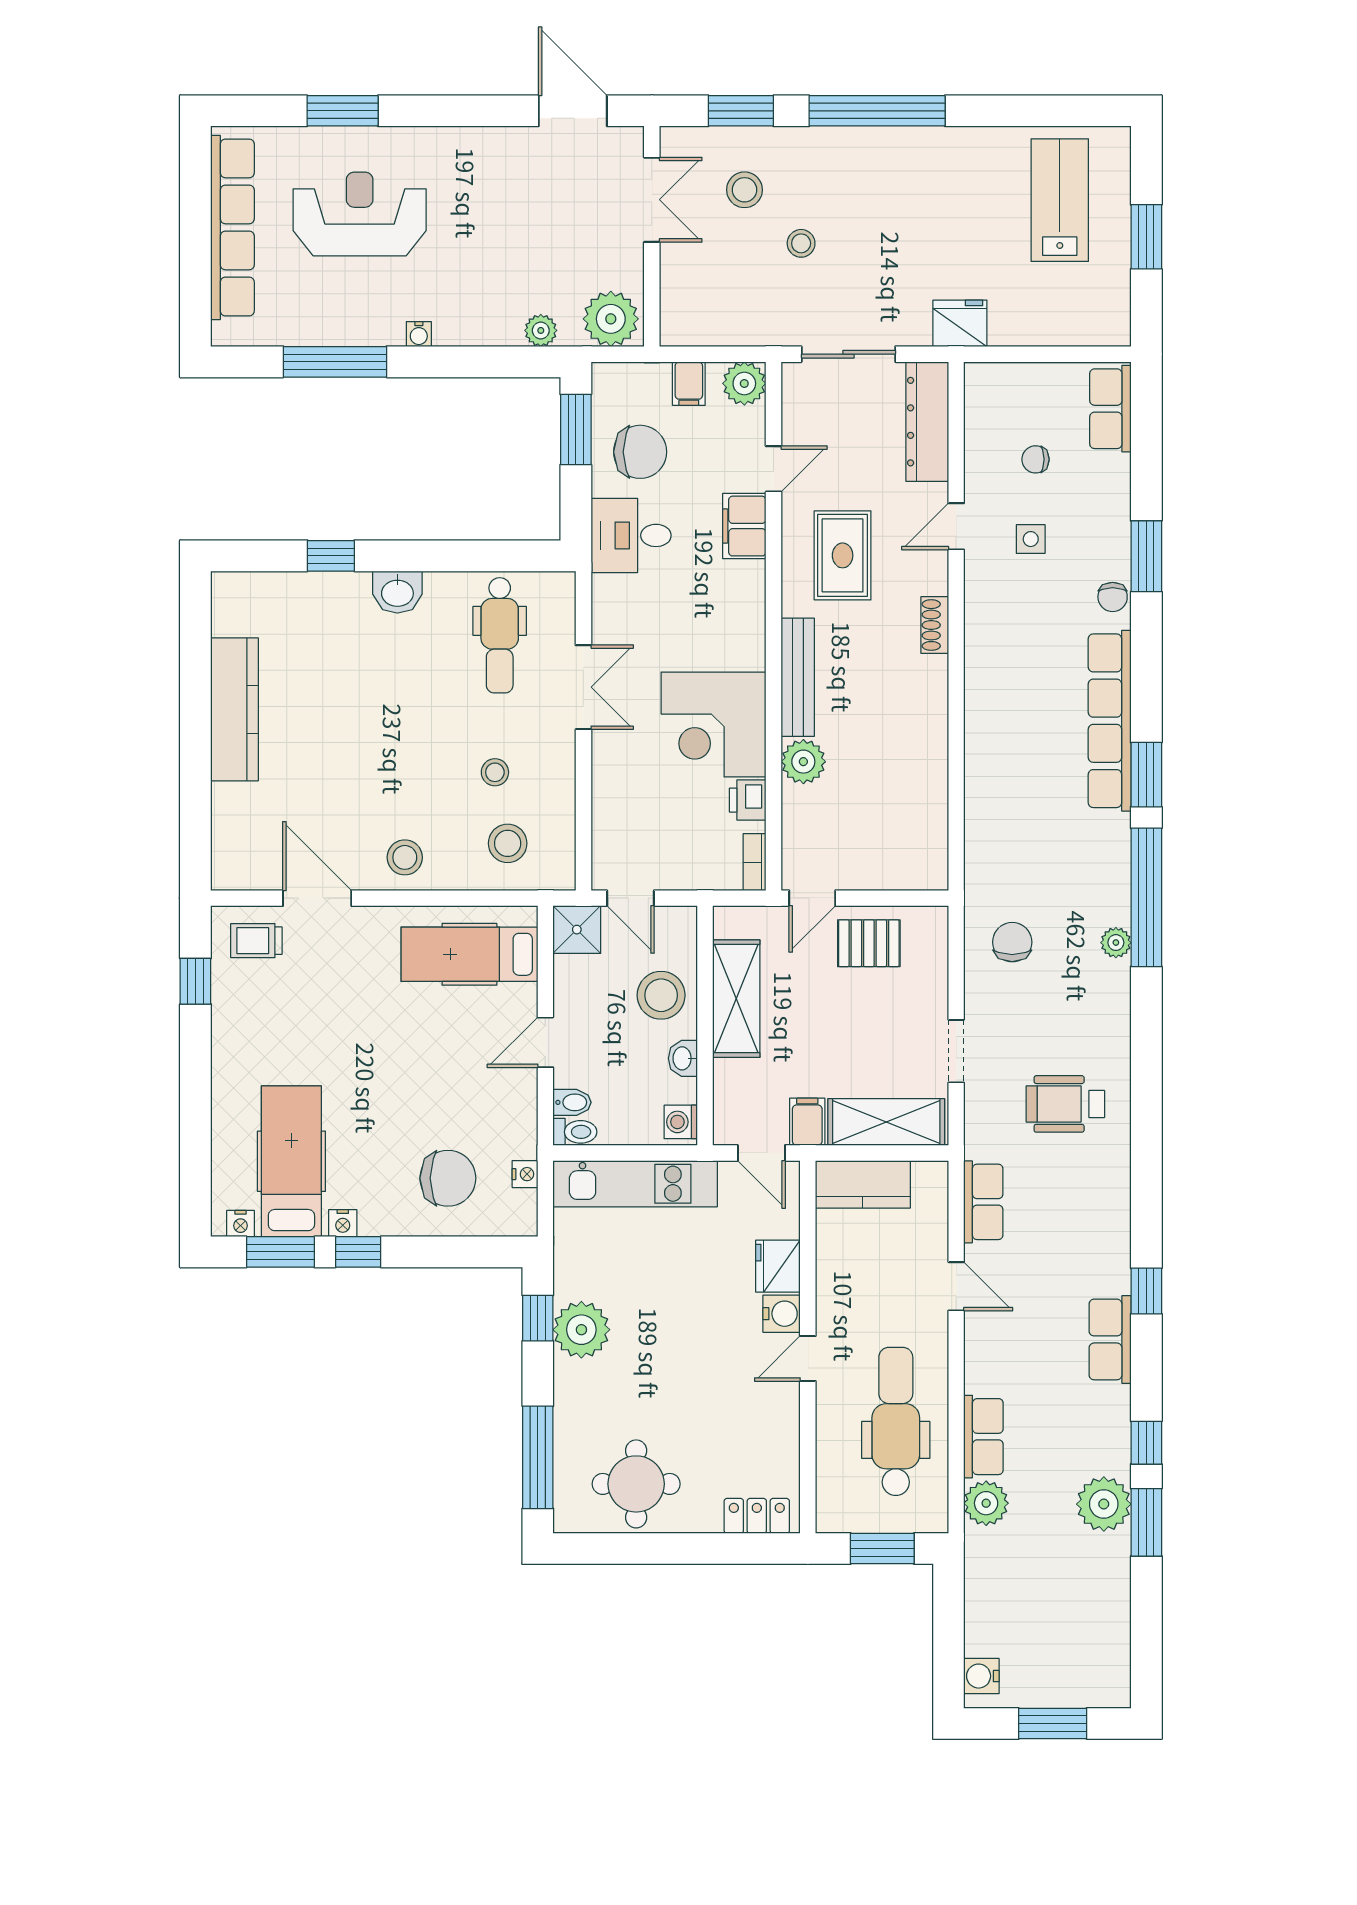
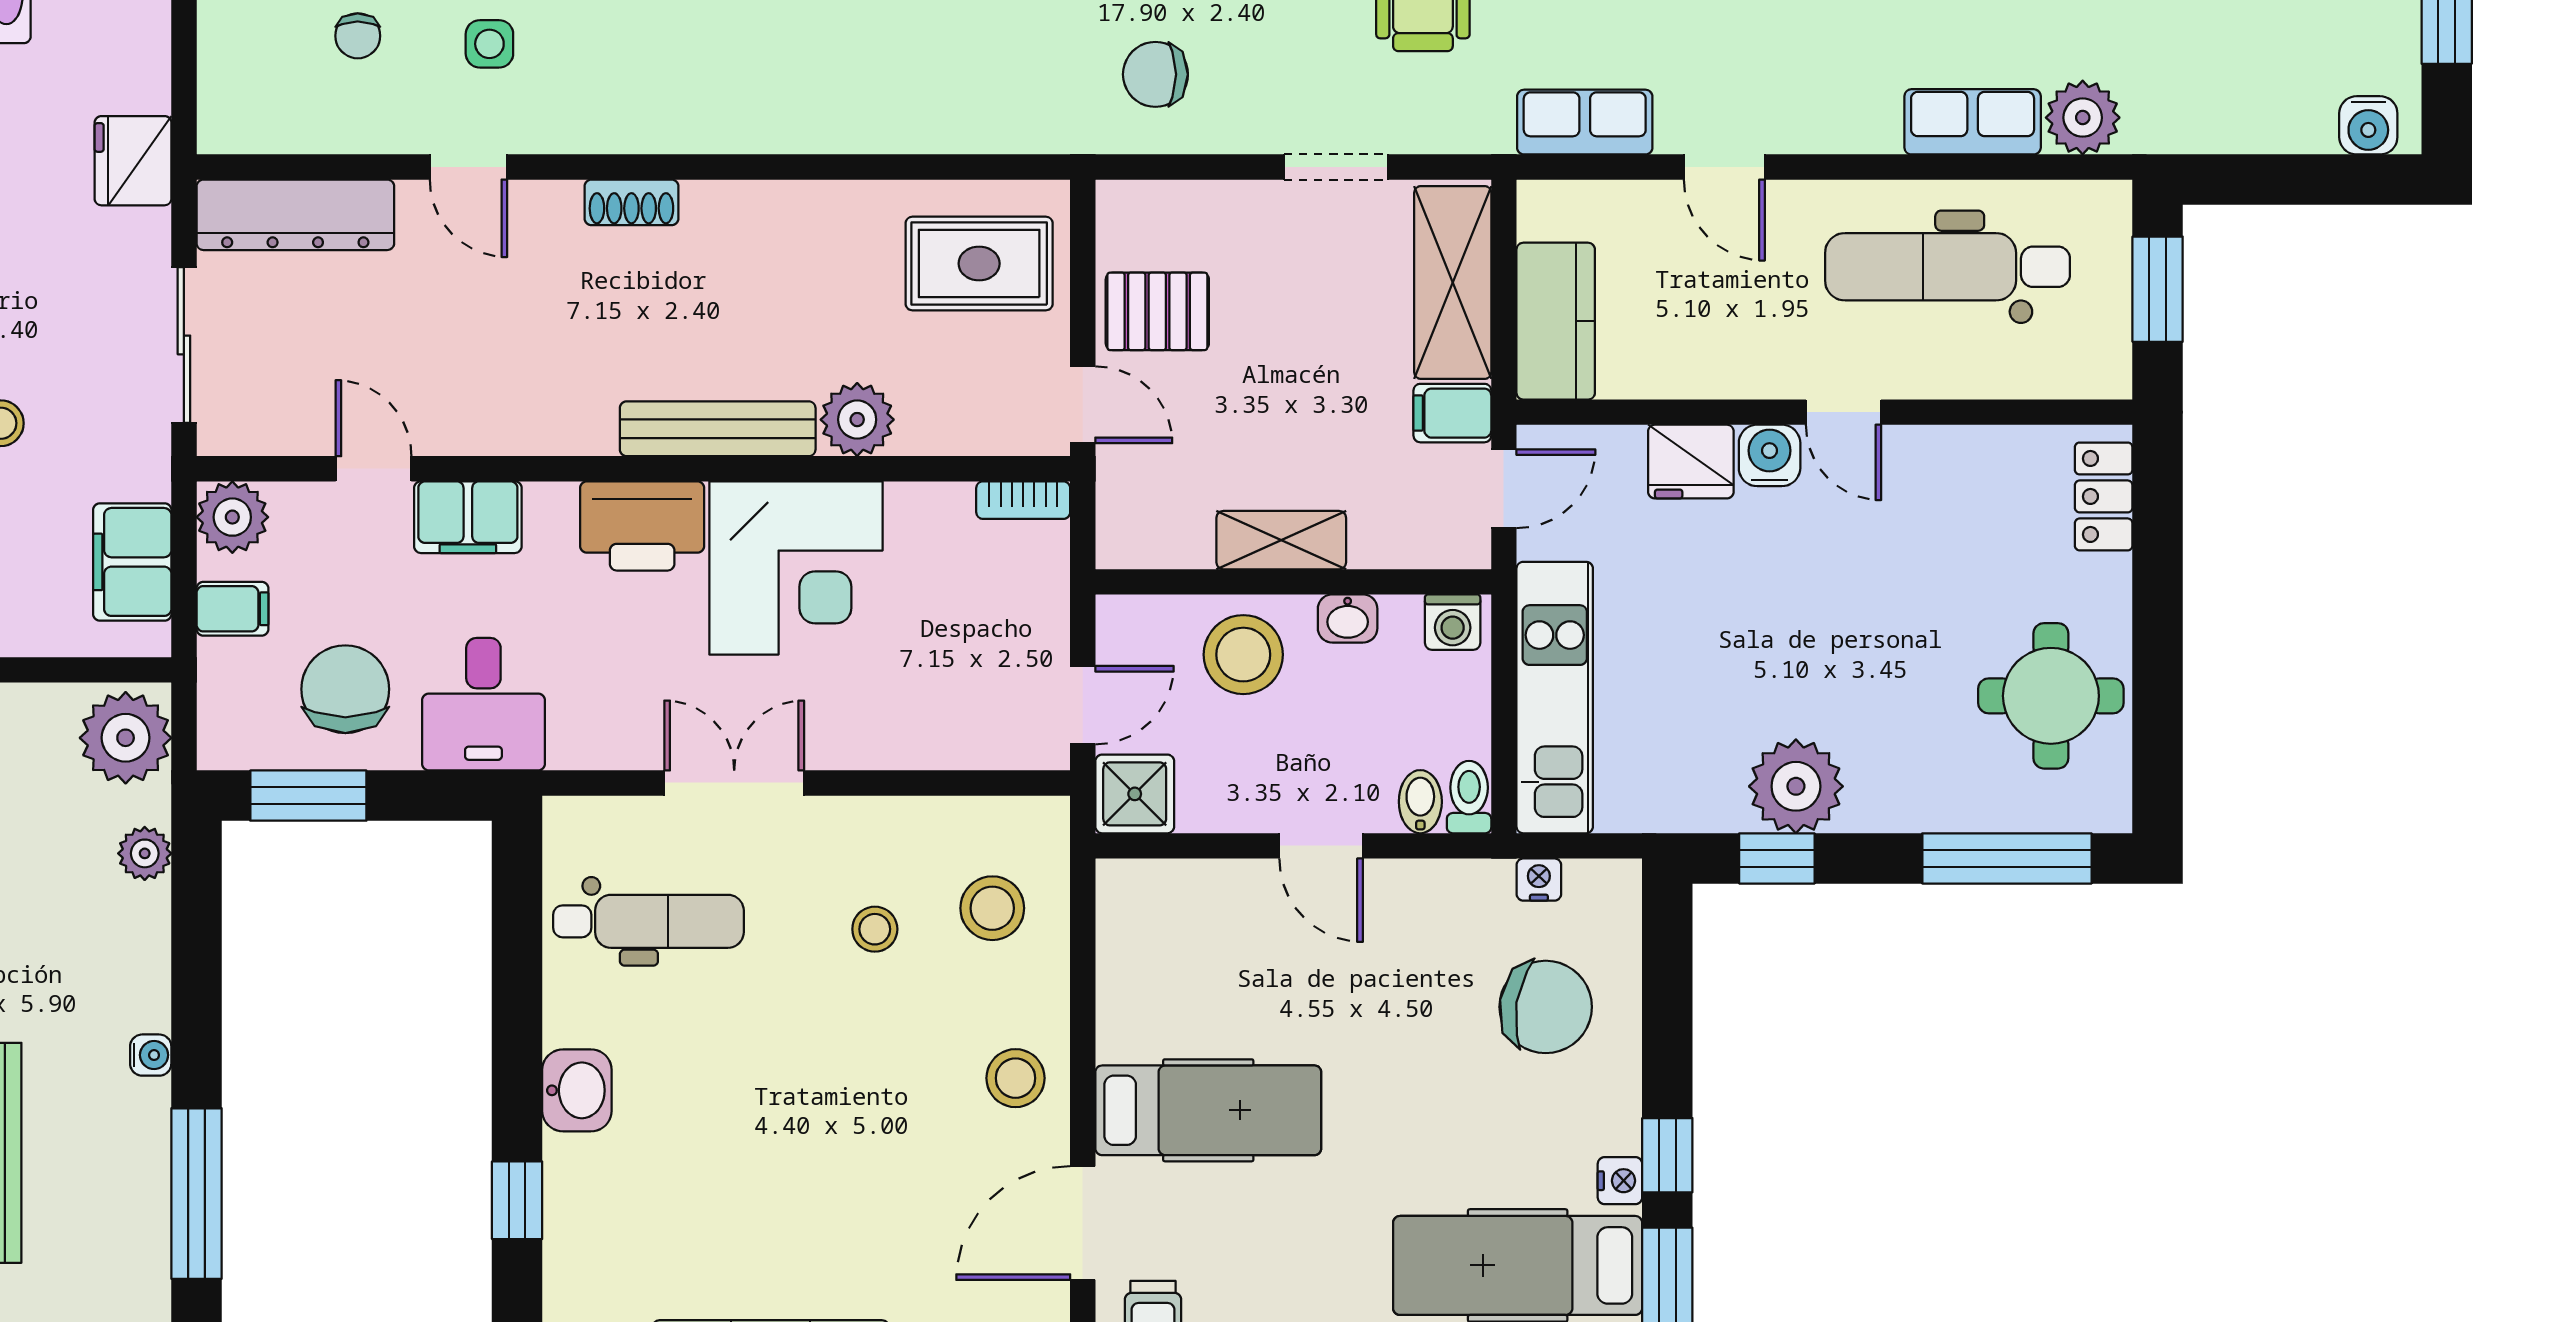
filing cabinet: (717, 323) -> (132, 562), added
rug: (843, 555) -> (979, 264), moved
printer: (748, 800) -> (642, 526), moved, width x1.87, depth x1.48
pallet: (869, 943) -> (1157, 311), turned 90
hospital bed: (469, 954) -> (1208, 1110), moved, turned -90
shelving: (736, 999) -> (1281, 540), width x0.67, depth x0.75
chair: (448, 1178) -> (1546, 1007), turned 99
door: (956, 1286) -> (1724, 167), swing flipped

